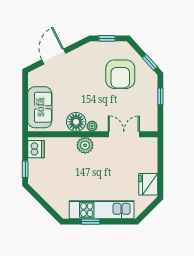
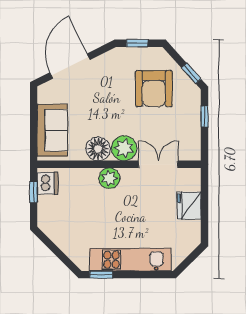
door: (54, 57) -> (70, 66), width x1.36
plant: (92, 126) -> (124, 148), width x1.87, depth x1.87
window: (25, 169) -> (34, 192), moved
fridge: (148, 184) -> (189, 206), moved
window: (91, 222) -> (101, 275), moved

